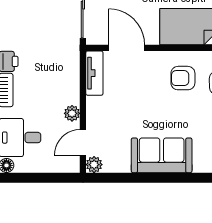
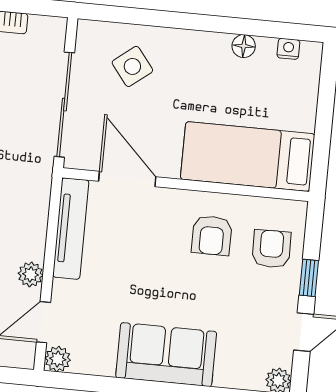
tv unit: (94, 73) -> (71, 229), width x1.41
armchair: (183, 78) -> (212, 235), turned -90

